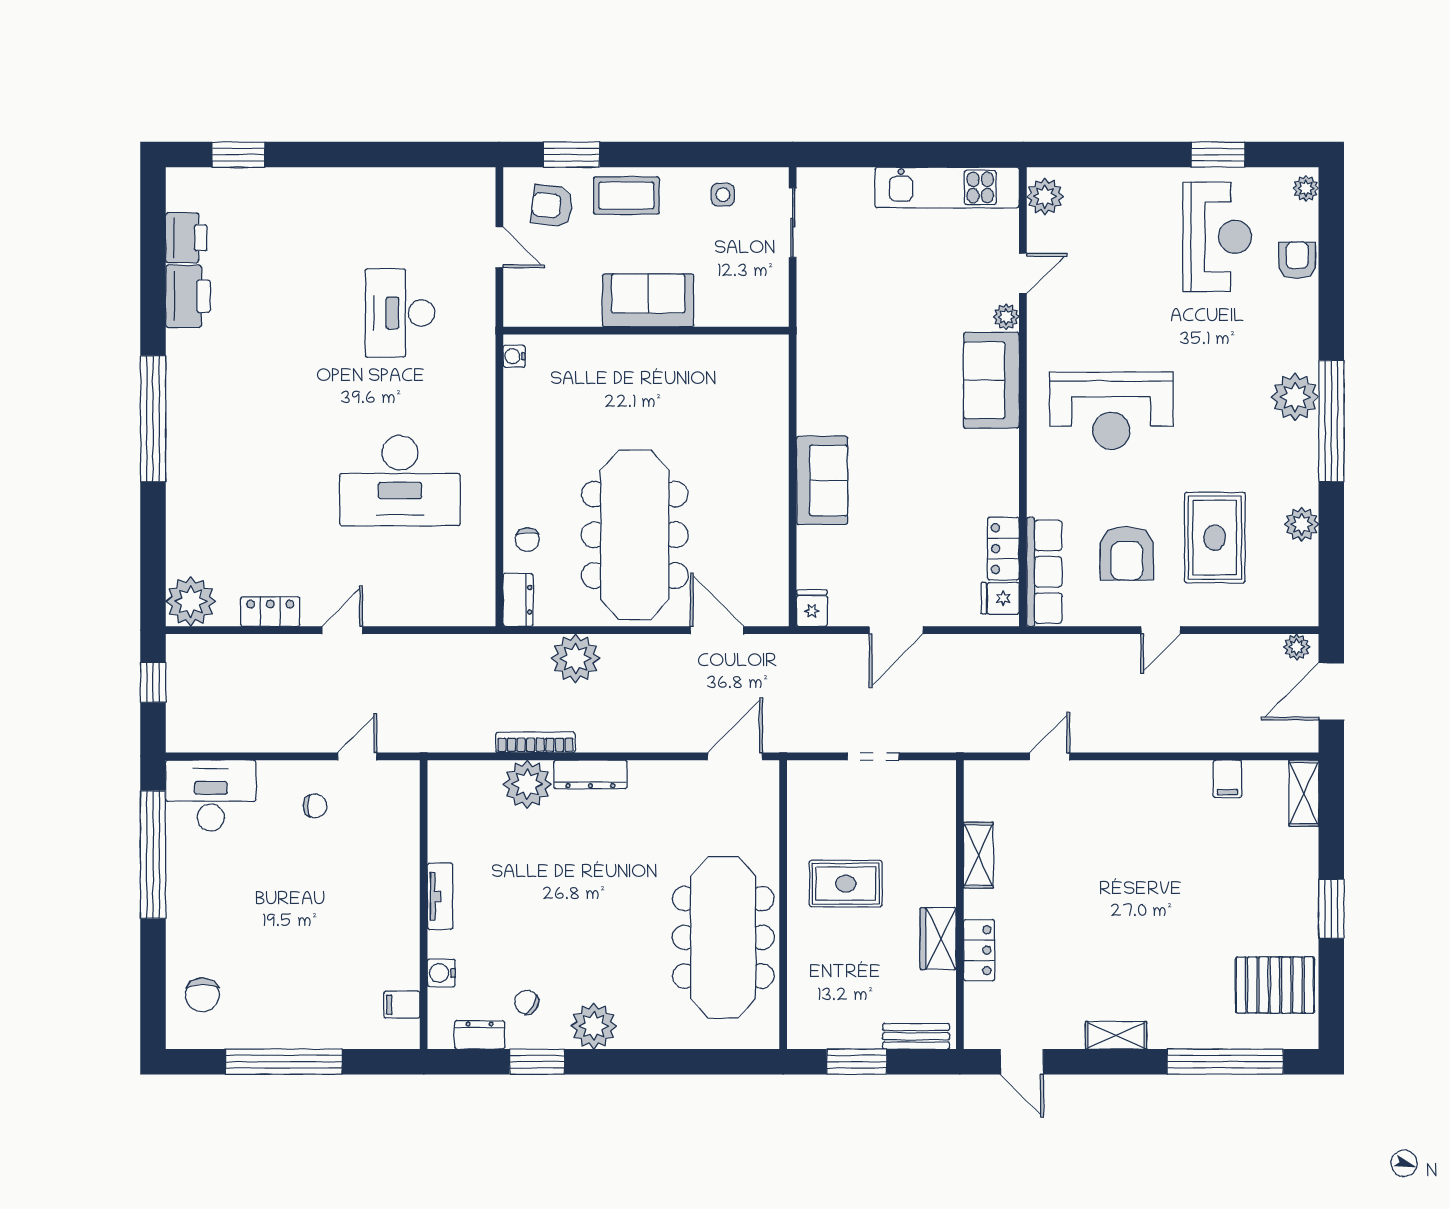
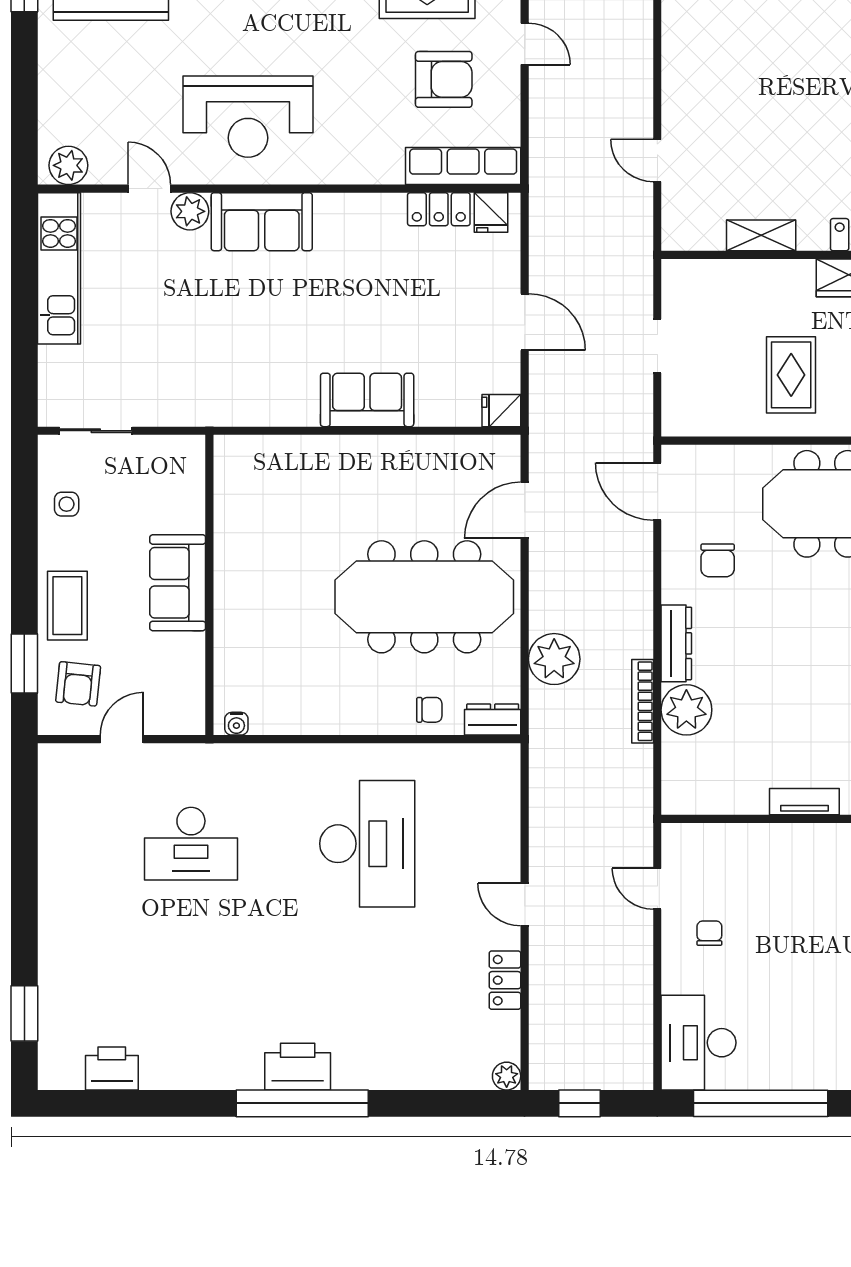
printer: (188, 296) -> (298, 1067), moved
plant: (1006, 317) -> (190, 211), width x1.38, depth x1.38
reception desk: (1111, 411) -> (248, 117), moved, turned 90
plant: (191, 601) -> (507, 1076), width x0.53, depth x0.53
chair: (669, 814) -> (718, 560), added

